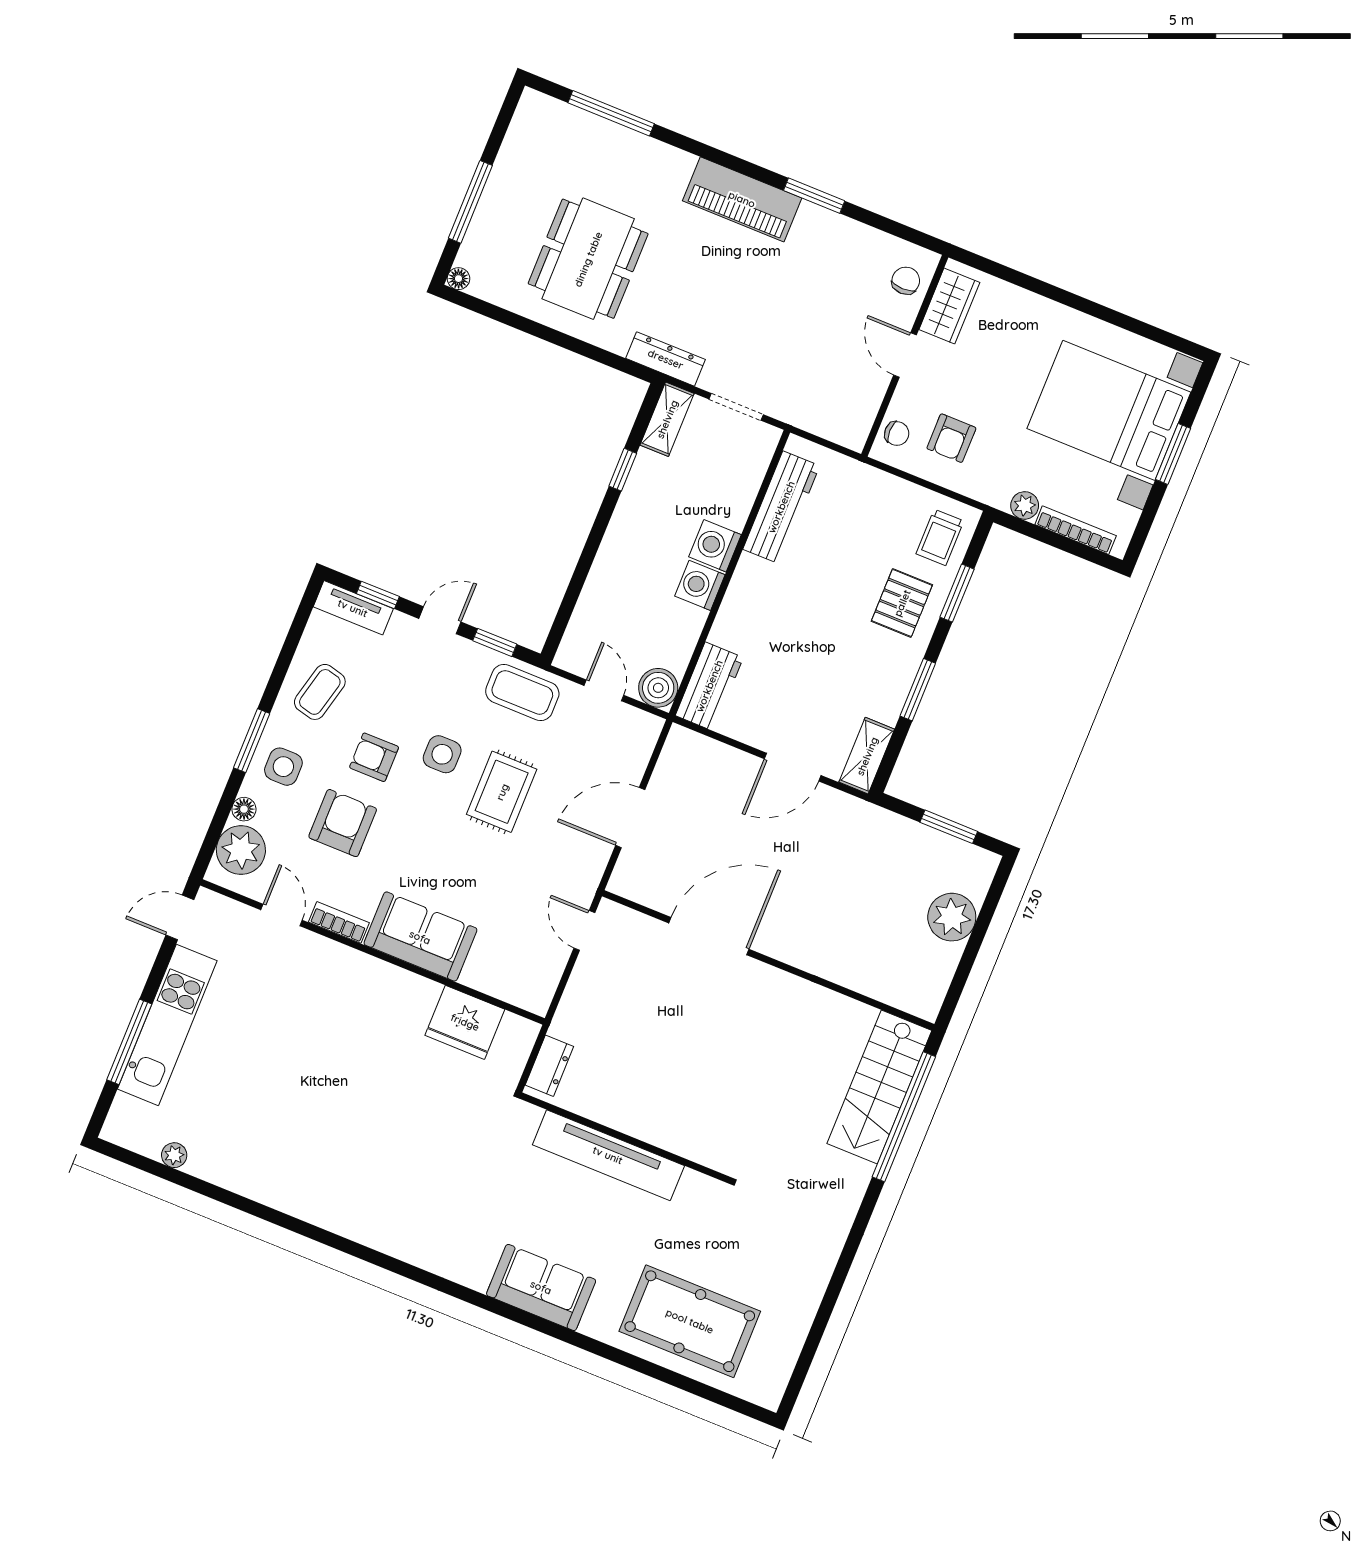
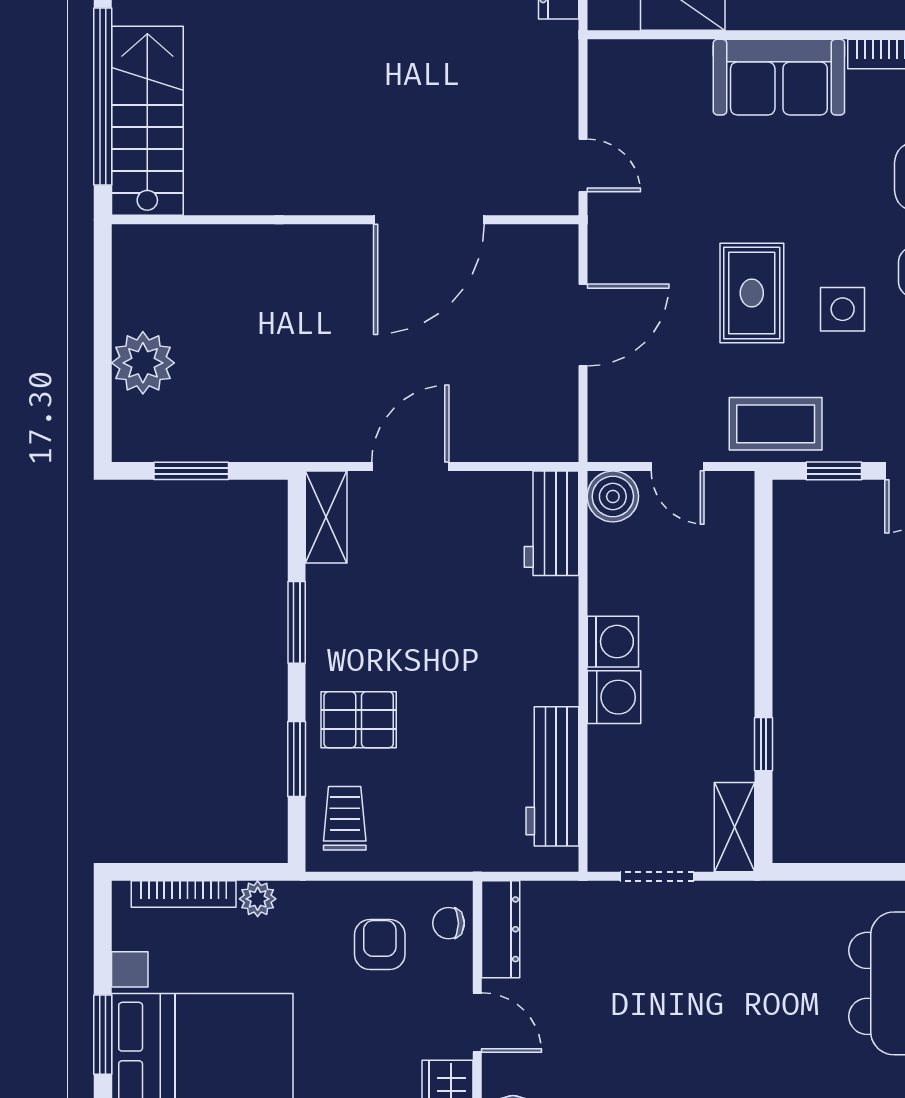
dresser: (666, 359) -> (501, 929), moved, turned -90
pallet: (902, 603) -> (359, 720), turned 90

